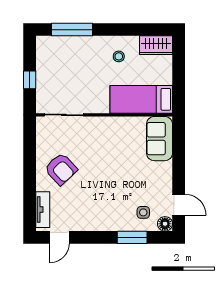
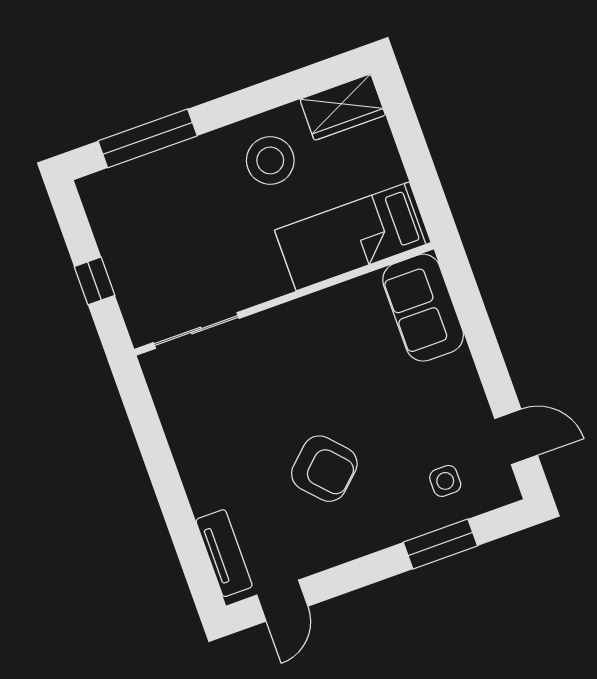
stool: (119, 56) -> (270, 160), width x1.89, depth x1.89
armchair: (61, 169) -> (324, 469), moved
floor lamp: (165, 224) -> (501, 489), removed

